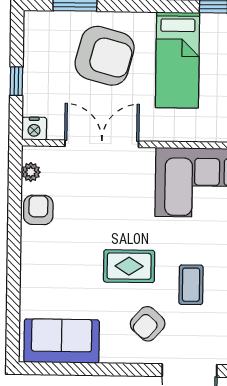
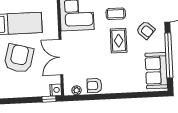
window: (16, 81) -> (49, 99), moved
coffee table: (191, 285) -> (116, 14), moved
window: (92, 369) -> (169, 55), added

